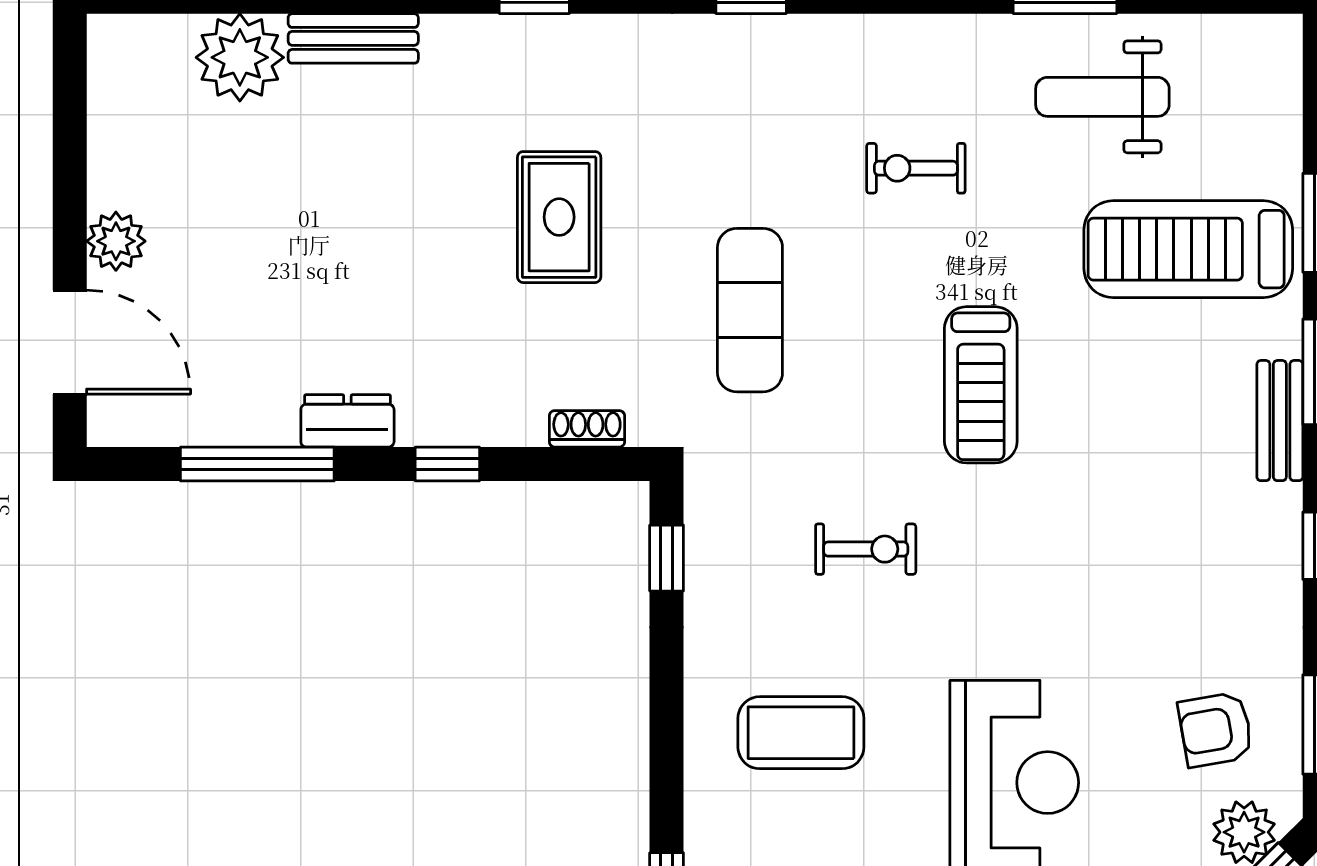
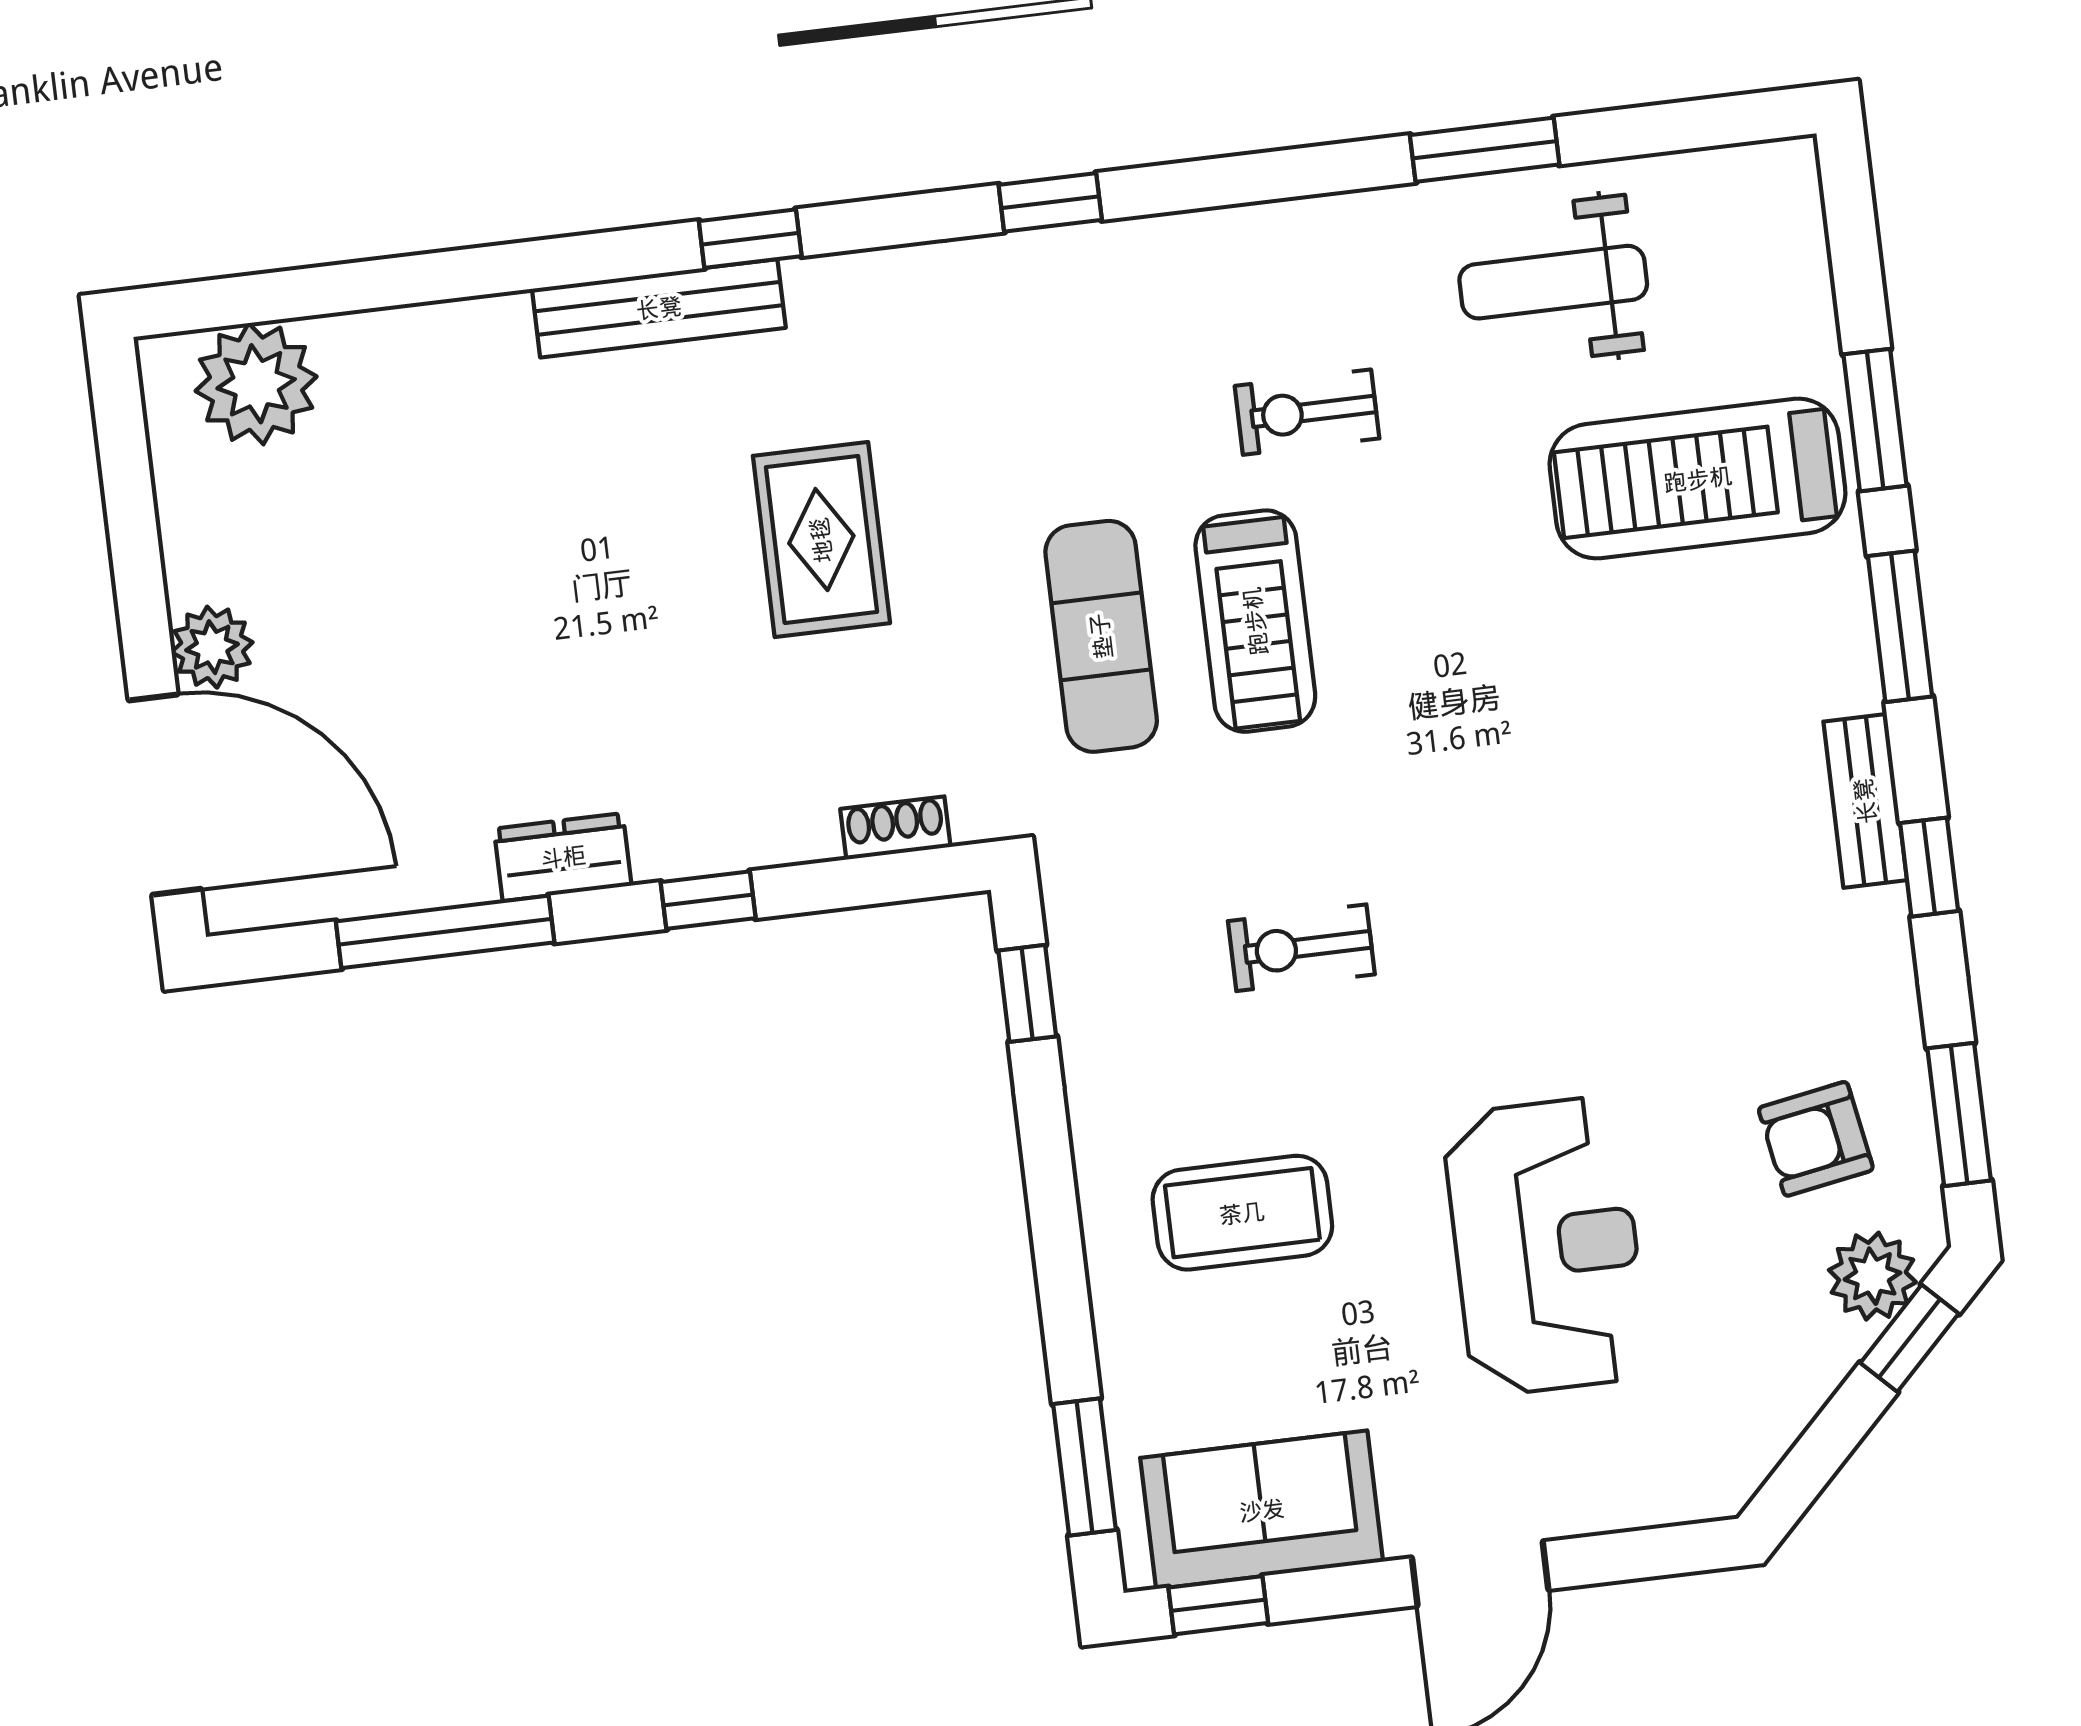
bench: (353, 38) -> (659, 308), moved, width x1.36
plant: (240, 57) -> (256, 384), moved
door: (70, 342) -> (165, 795), width x1.36
treadmill: (981, 385) -> (1255, 621), moved
bench: (1280, 421) -> (1865, 801), moved
exercise bike: (866, 549) -> (1301, 948), turned 180

